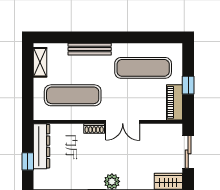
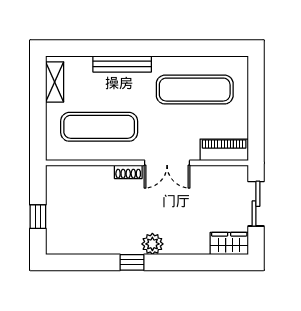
window: (188, 85) -> (256, 113), removed
piano: (175, 102) -> (224, 150), moved, turned 90
dresser: (41, 146) -> (57, 196), removed

